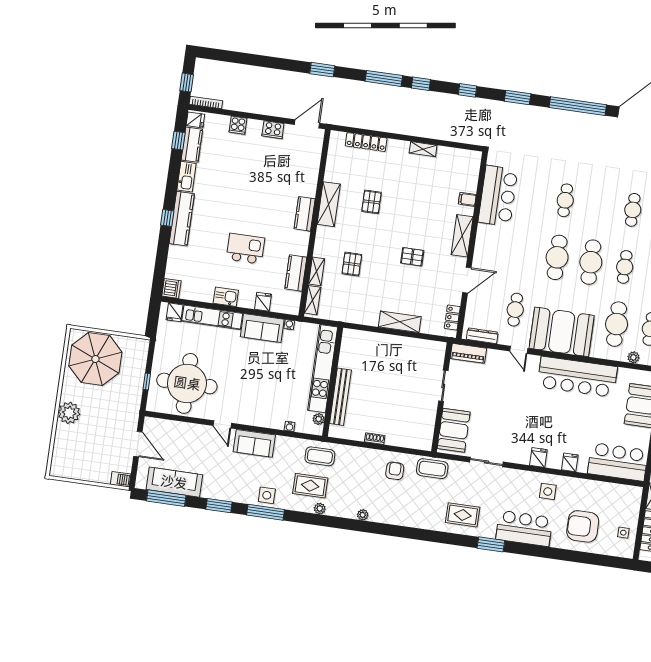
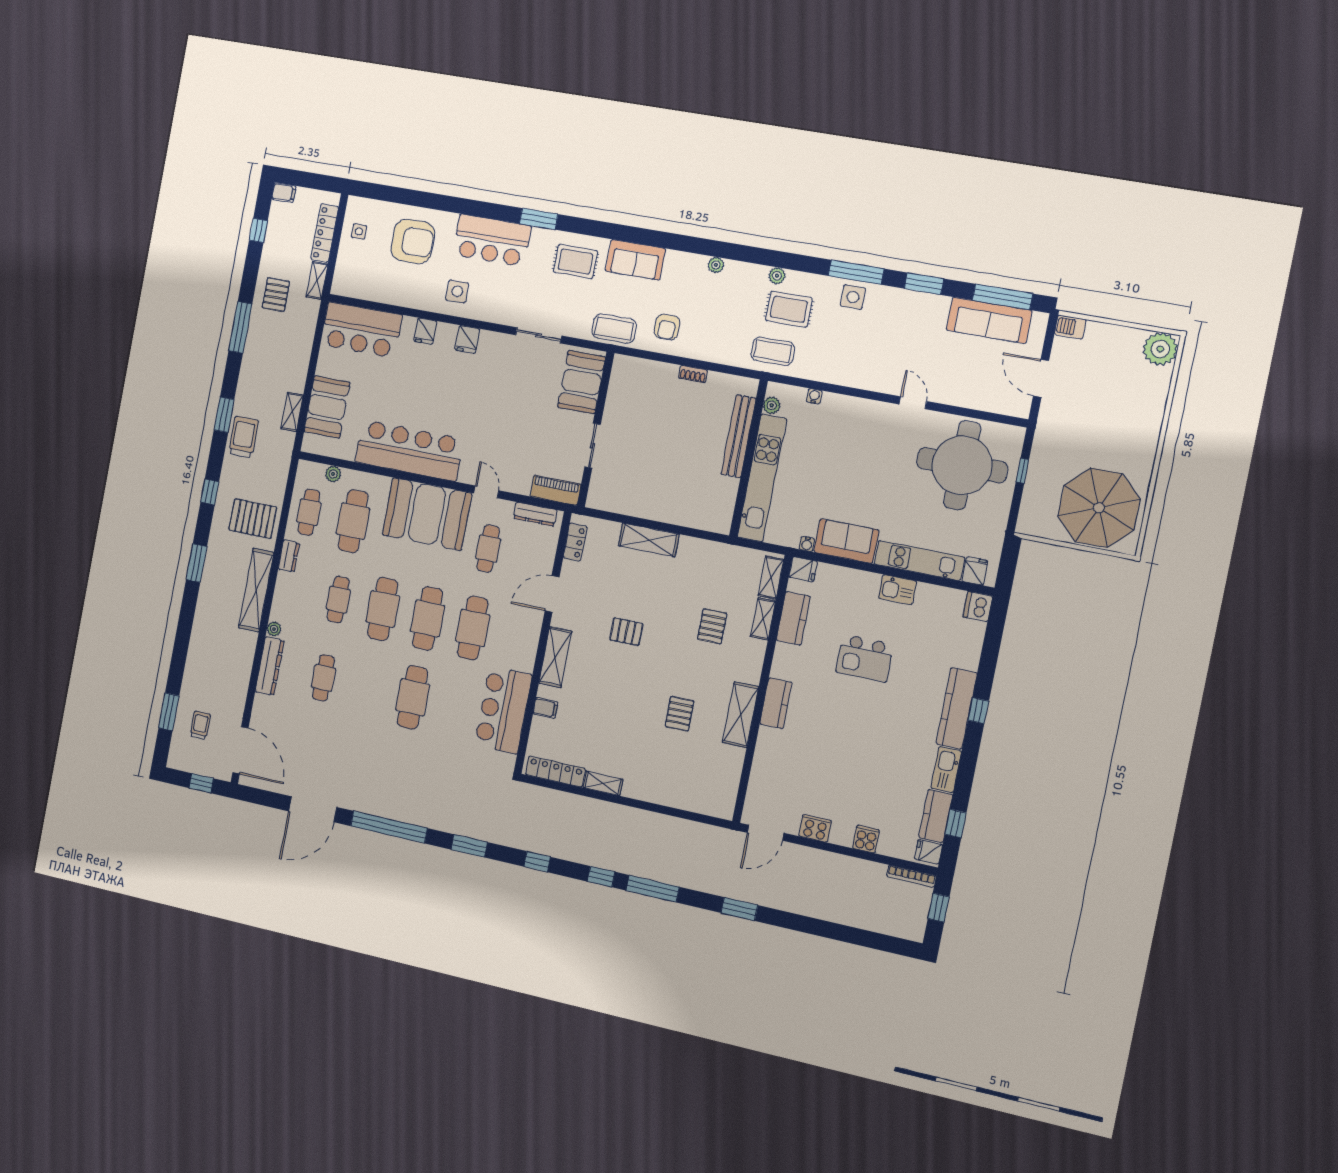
locker: (366, 142) -> (555, 771), moved
cafe table: (565, 200) -> (413, 697), width x1.37, depth x1.35
cafe table: (523, 253) -> (473, 628), added
fridge: (263, 302) -> (803, 569), moved, turned -90
plant: (69, 413) -> (1160, 349), moved
sofa: (254, 443) -> (635, 260), moved, turned 180

